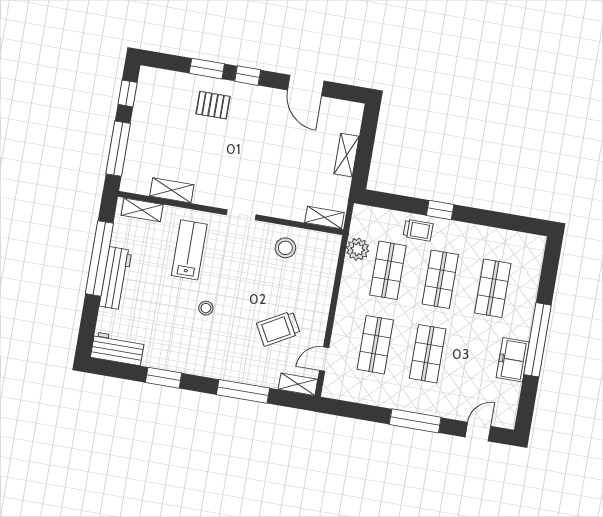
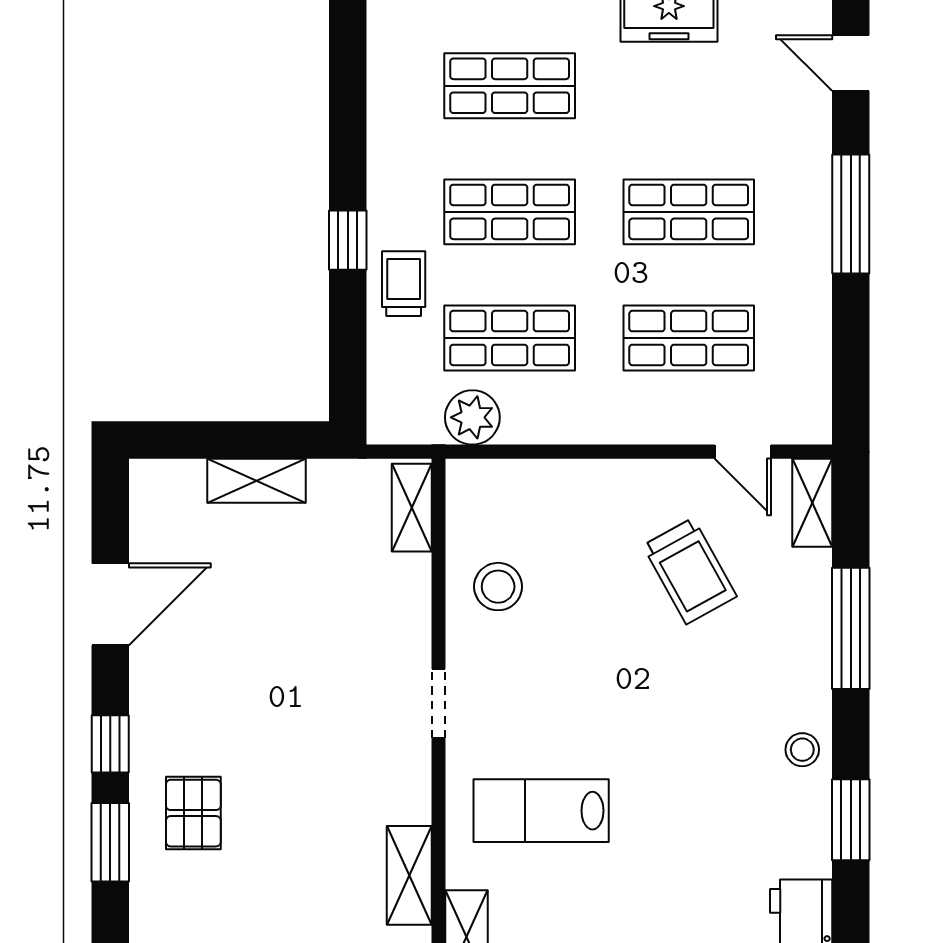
stool: (206, 308) -> (802, 750), moved

